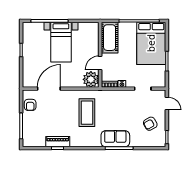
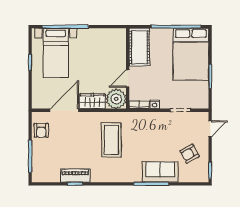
bed with nightstands: (61, 42) -> (56, 53), moved
wardrobe: (72, 81) -> (92, 101), added
door: (167, 104) -> (210, 129), hinge flipped
sofa: (115, 139) -> (160, 172), moved

